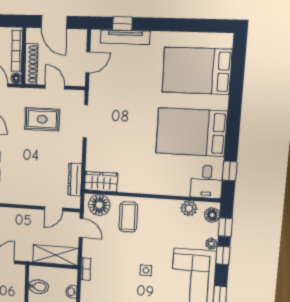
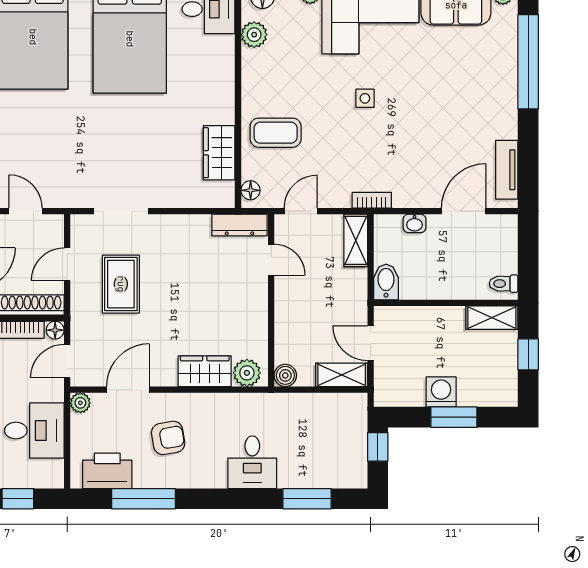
dresser: (75, 179) -> (239, 225), moved
wardrobe: (101, 182) -> (219, 153), moved
floor lamp: (99, 205) -> (251, 190), width x0.53, depth x0.53
shelving: (56, 255) -> (356, 240), width x0.67, depth x0.75
bidet: (38, 287) -> (386, 282), moved

